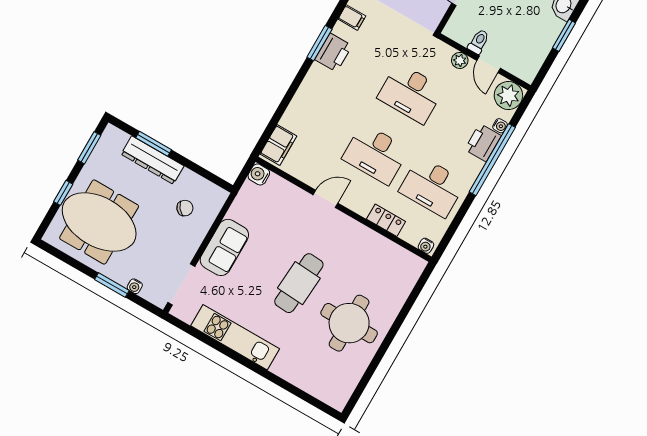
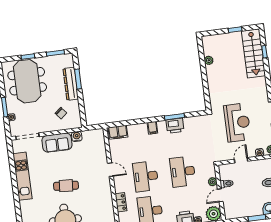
filing cabinet: (352, 18) -> (152, 128), moved
water cooler: (259, 174) -> (77, 136), moved
cafe table: (299, 283) -> (66, 186), width x0.73, depth x0.74

